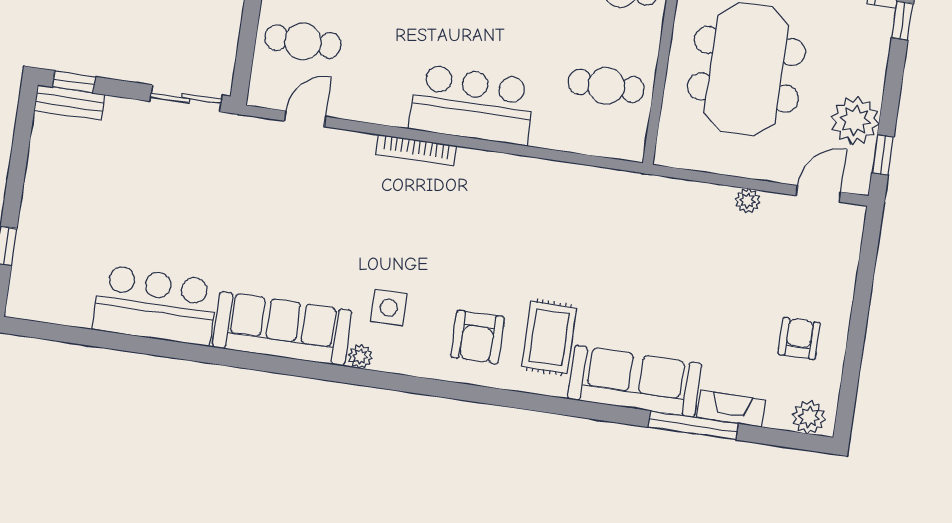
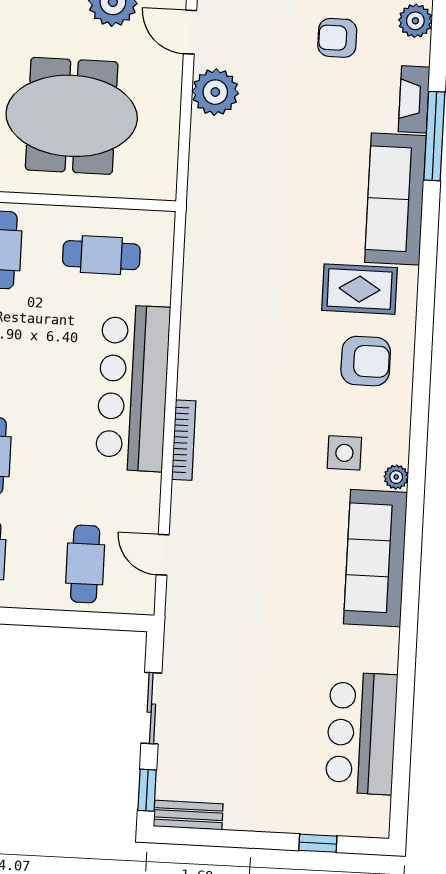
cafe table: (606, 86) -> (101, 255), turned 90
sliding door: (186, 98) -> (151, 708), moved
bench: (69, 102) -> (188, 815), moved, turned 90
bar counter: (472, 105) -> (133, 388), width x1.36
plant: (748, 201) -> (215, 92), width x1.87, depth x1.87
bar counter: (155, 305) -> (362, 733), moved

